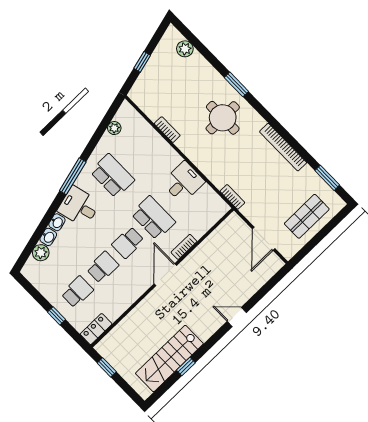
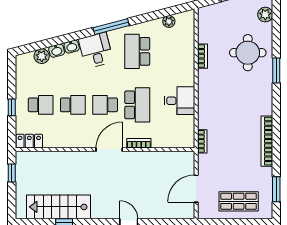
round table: (223, 118) -> (248, 53), moved
school desk: (112, 176) -> (137, 51), turned 180

